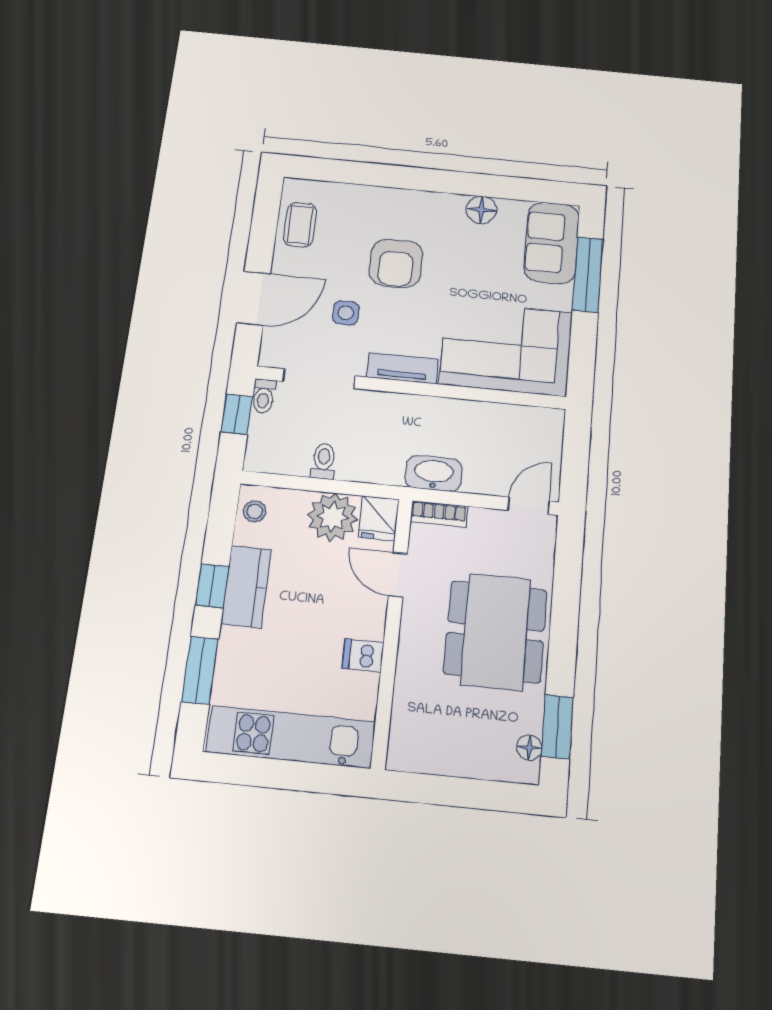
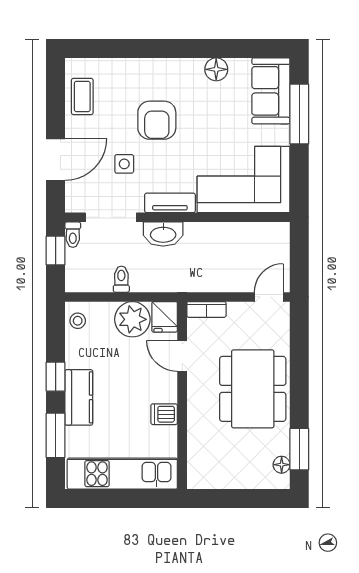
washbasin: (434, 474) -> (163, 234), moved, turned 180
kitchen counter: (246, 586) -> (79, 397), moved

